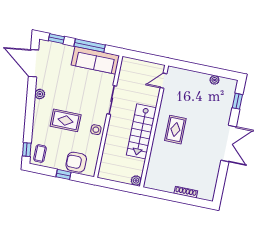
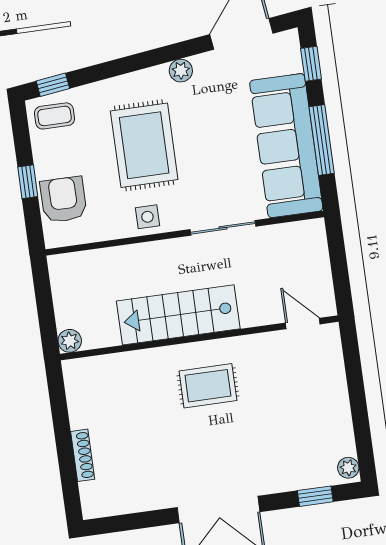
sofa: (95, 60) -> (286, 146), width x1.36, depth x1.27
plant: (215, 80) -> (348, 468), moved
rug: (66, 120) -> (144, 145), width x1.36, depth x1.43

